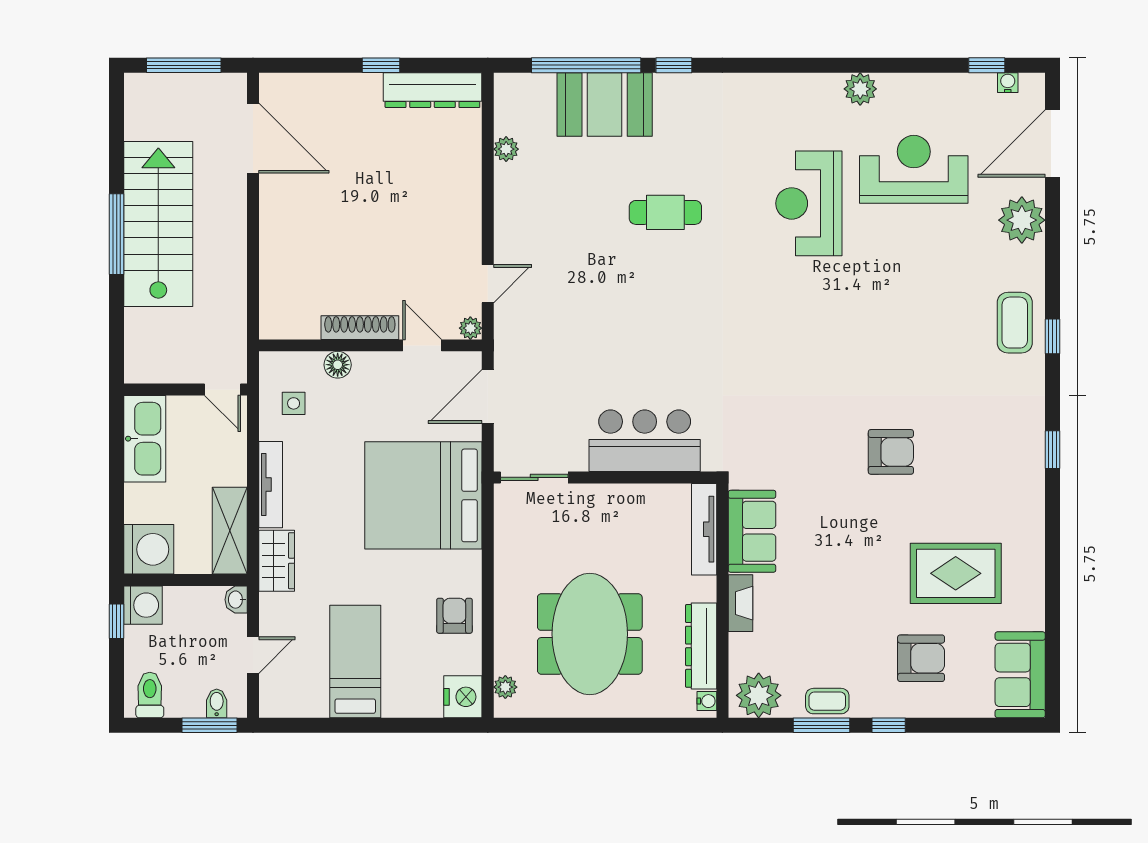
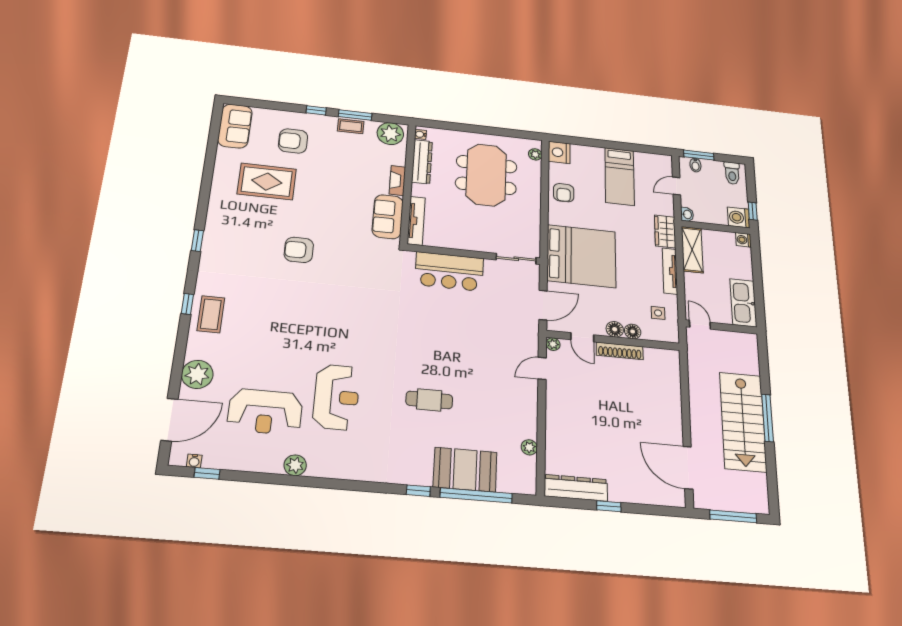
floor lamp: (368, 366) -> (615, 329), added
washing machine: (149, 549) -> (743, 240), width x0.53, depth x0.53

